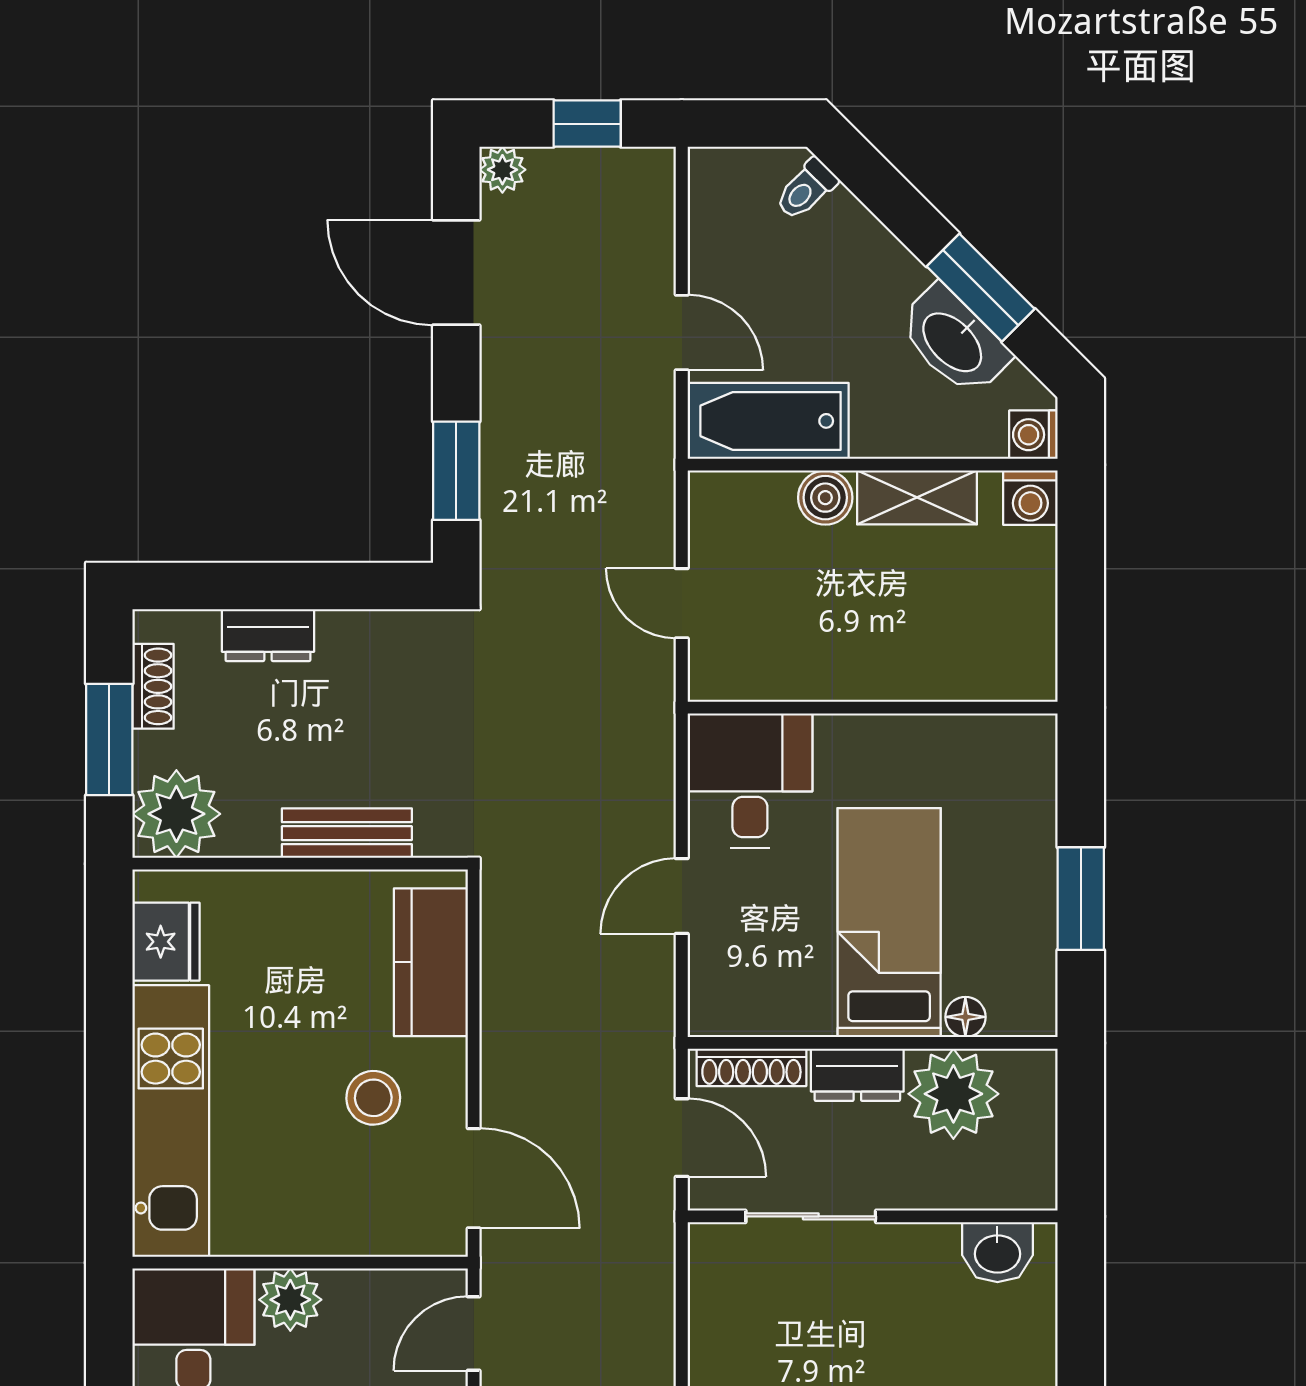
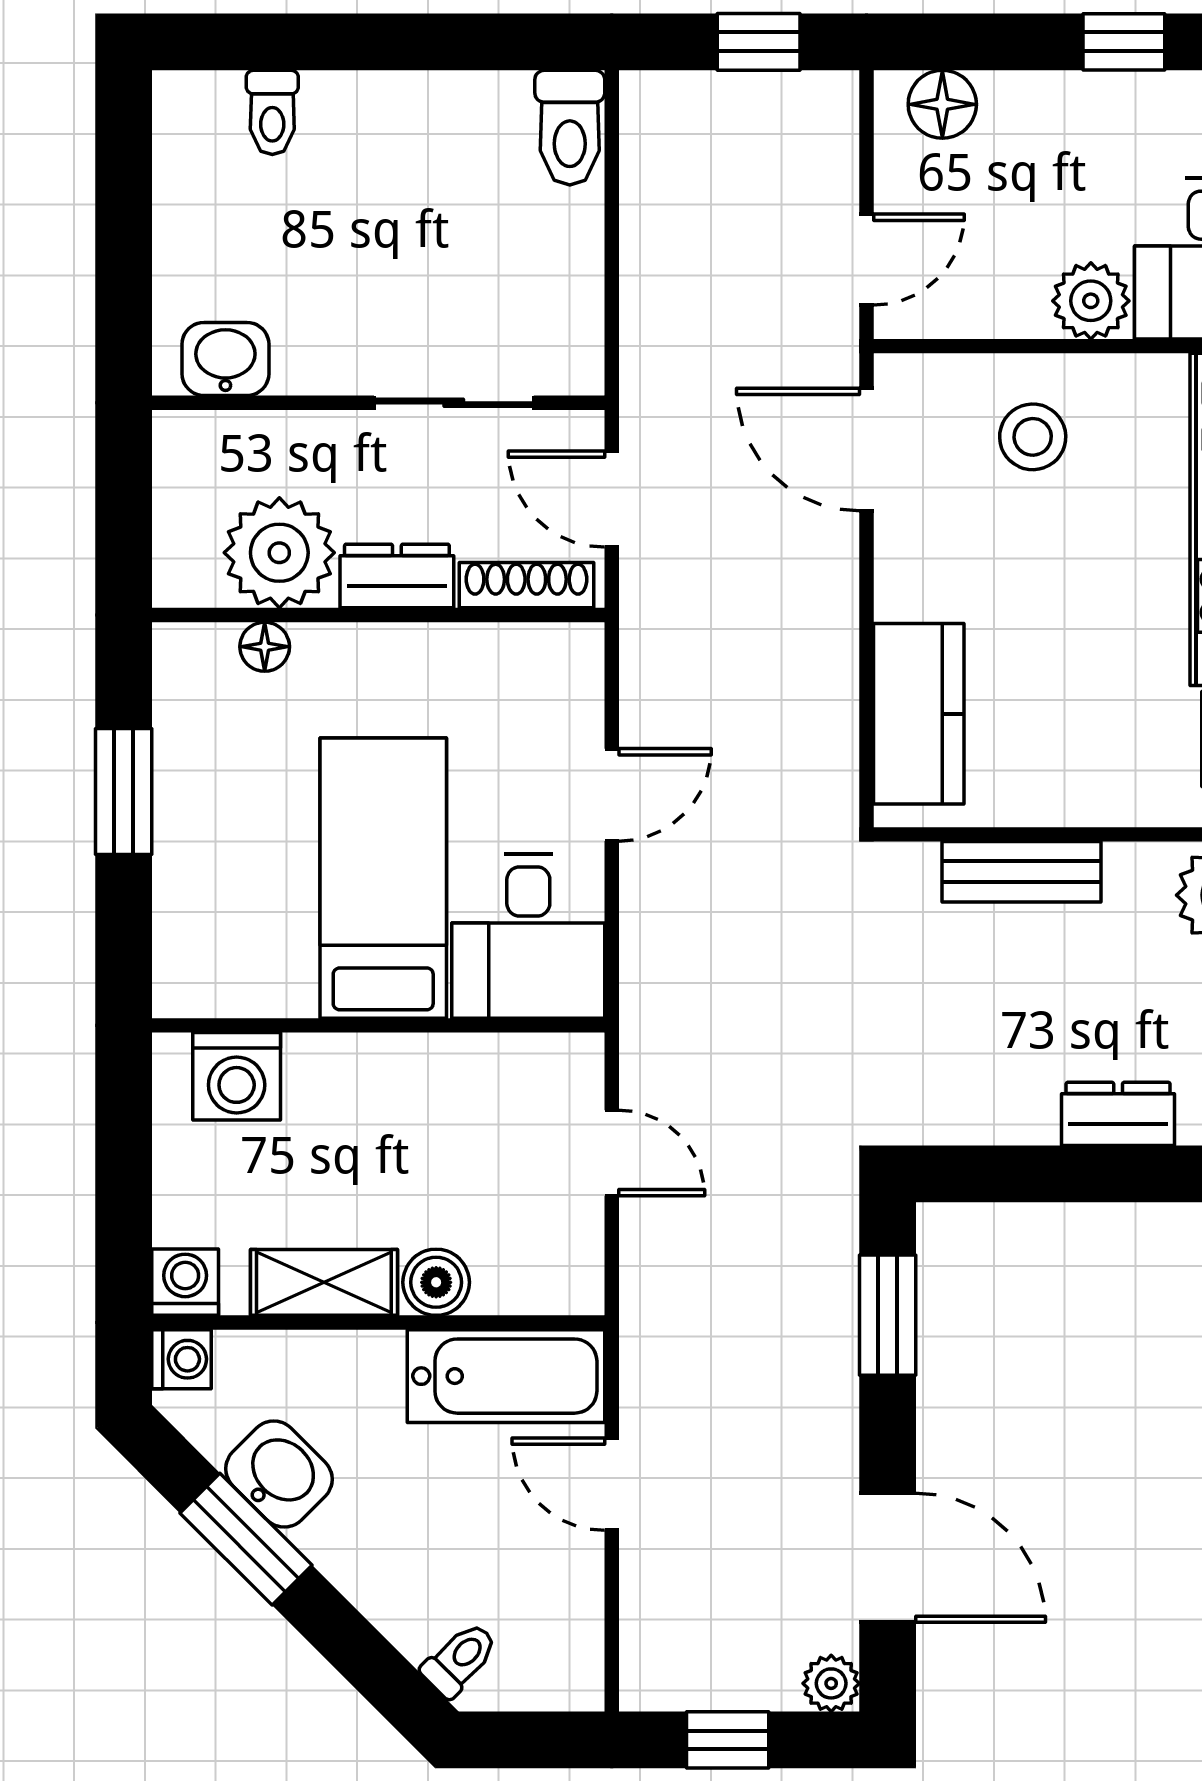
washbasin: (954, 341) -> (279, 1474), width x0.72
washing machine: (988, 666) -> (237, 1076), added
bed: (889, 923) -> (383, 878), moved, turned 180
stool: (373, 1098) -> (1033, 437), moved

